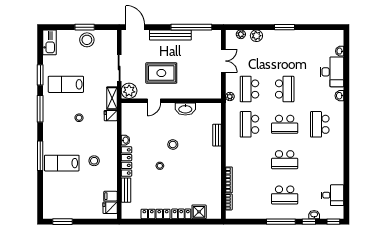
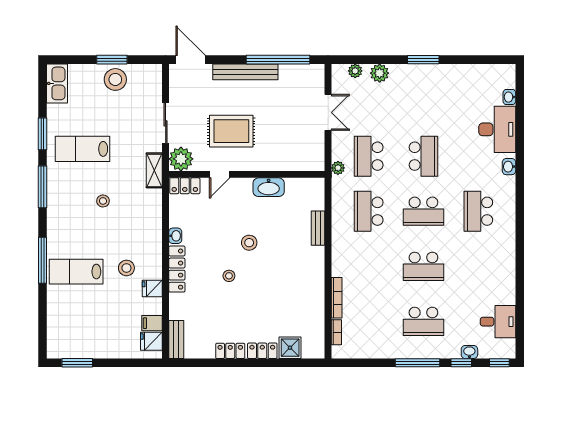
locker: (131, 108) -> (185, 186), added
fridge: (111, 116) -> (152, 289), moved
bench: (126, 190) -> (176, 339), moved
locker: (156, 214) -> (230, 351), width x0.66

